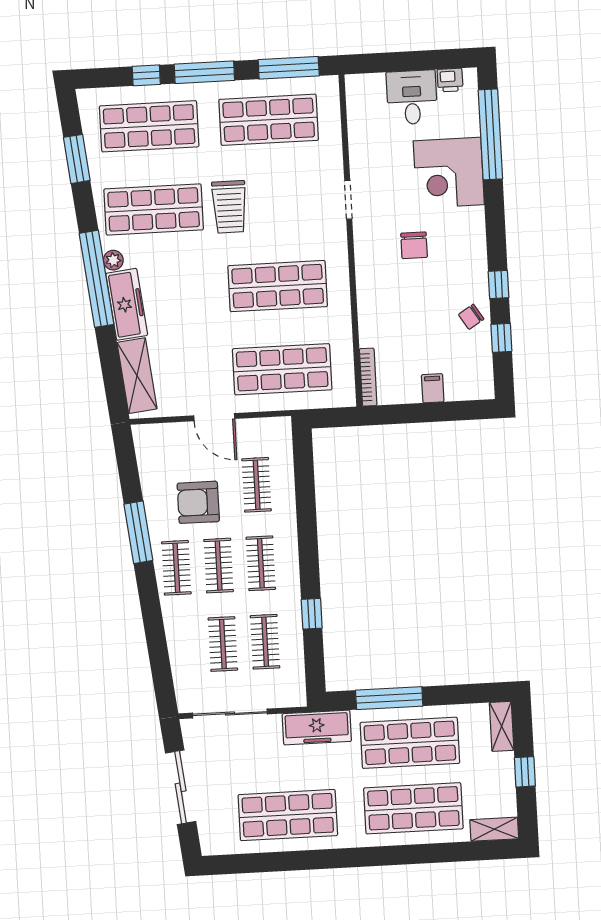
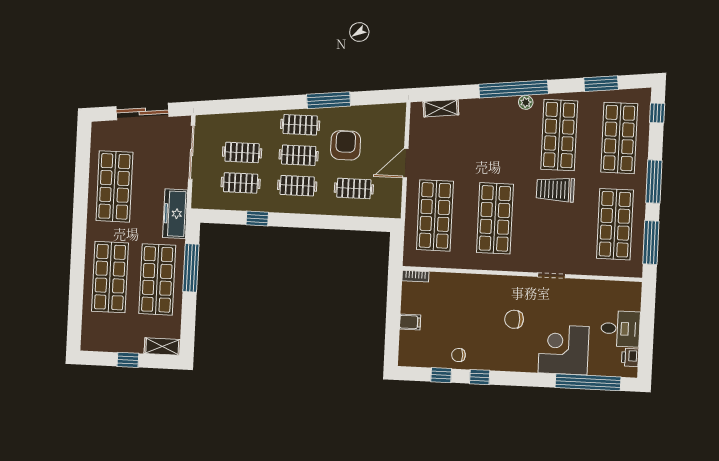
window: (146, 75) -> (657, 113), moved
freezer: (127, 304) -> (493, 109), removed
chair: (471, 317) -> (459, 355), turned -58
shelving: (137, 376) -> (441, 108), width x0.67, depth x0.75
bookcase: (368, 377) -> (415, 276), width x0.64
shelving: (494, 829) -> (89, 334), removed

